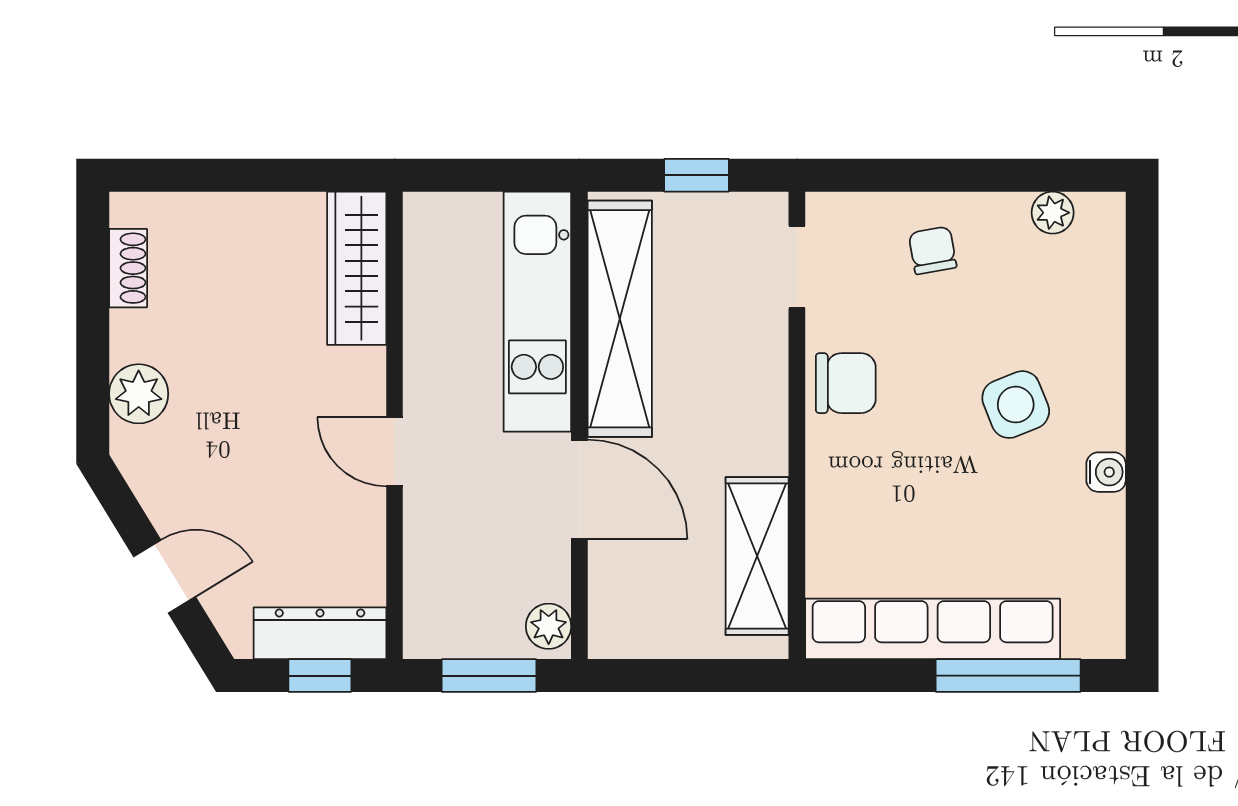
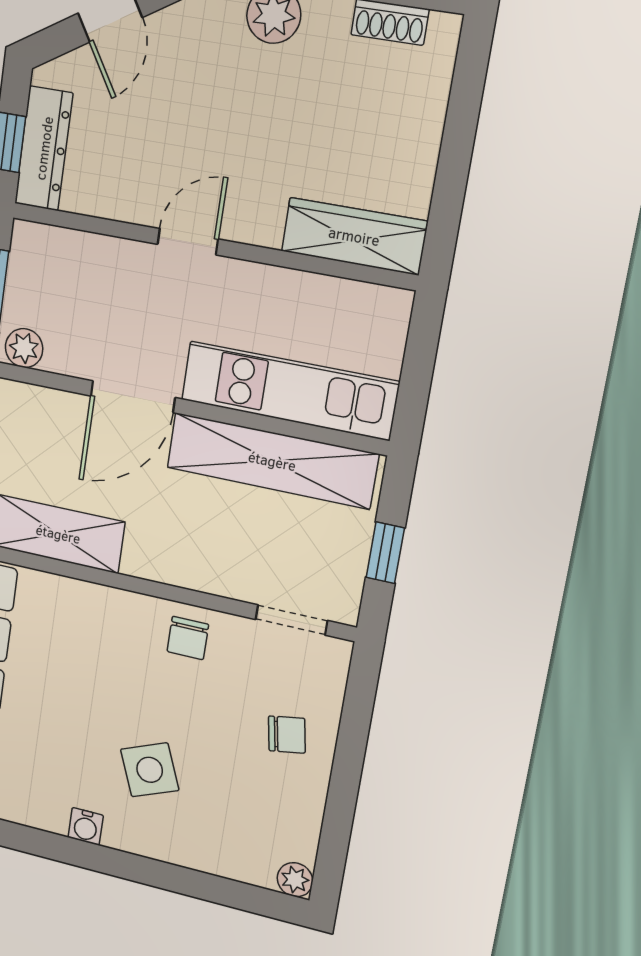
plant: (1053, 213) -> (295, 880), moved
chair: (846, 383) -> (188, 638), width x0.73, depth x0.73

